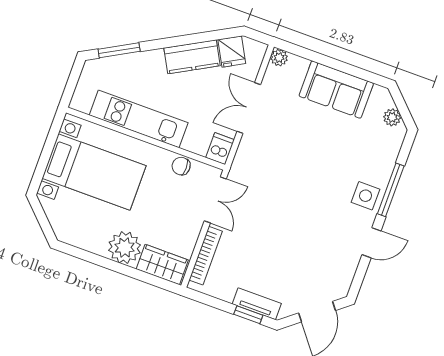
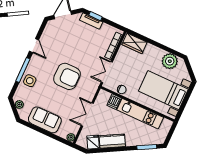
double door: (249, 108) -> (87, 115), swing flipped
dishwasher: (220, 149) -> (114, 102), moved
armchair: (297, 184) -> (67, 76), added
side table: (366, 196) -> (30, 81), moved
door: (371, 243) -> (34, 46), swing flipped
plant: (125, 248) -> (170, 61), moved

